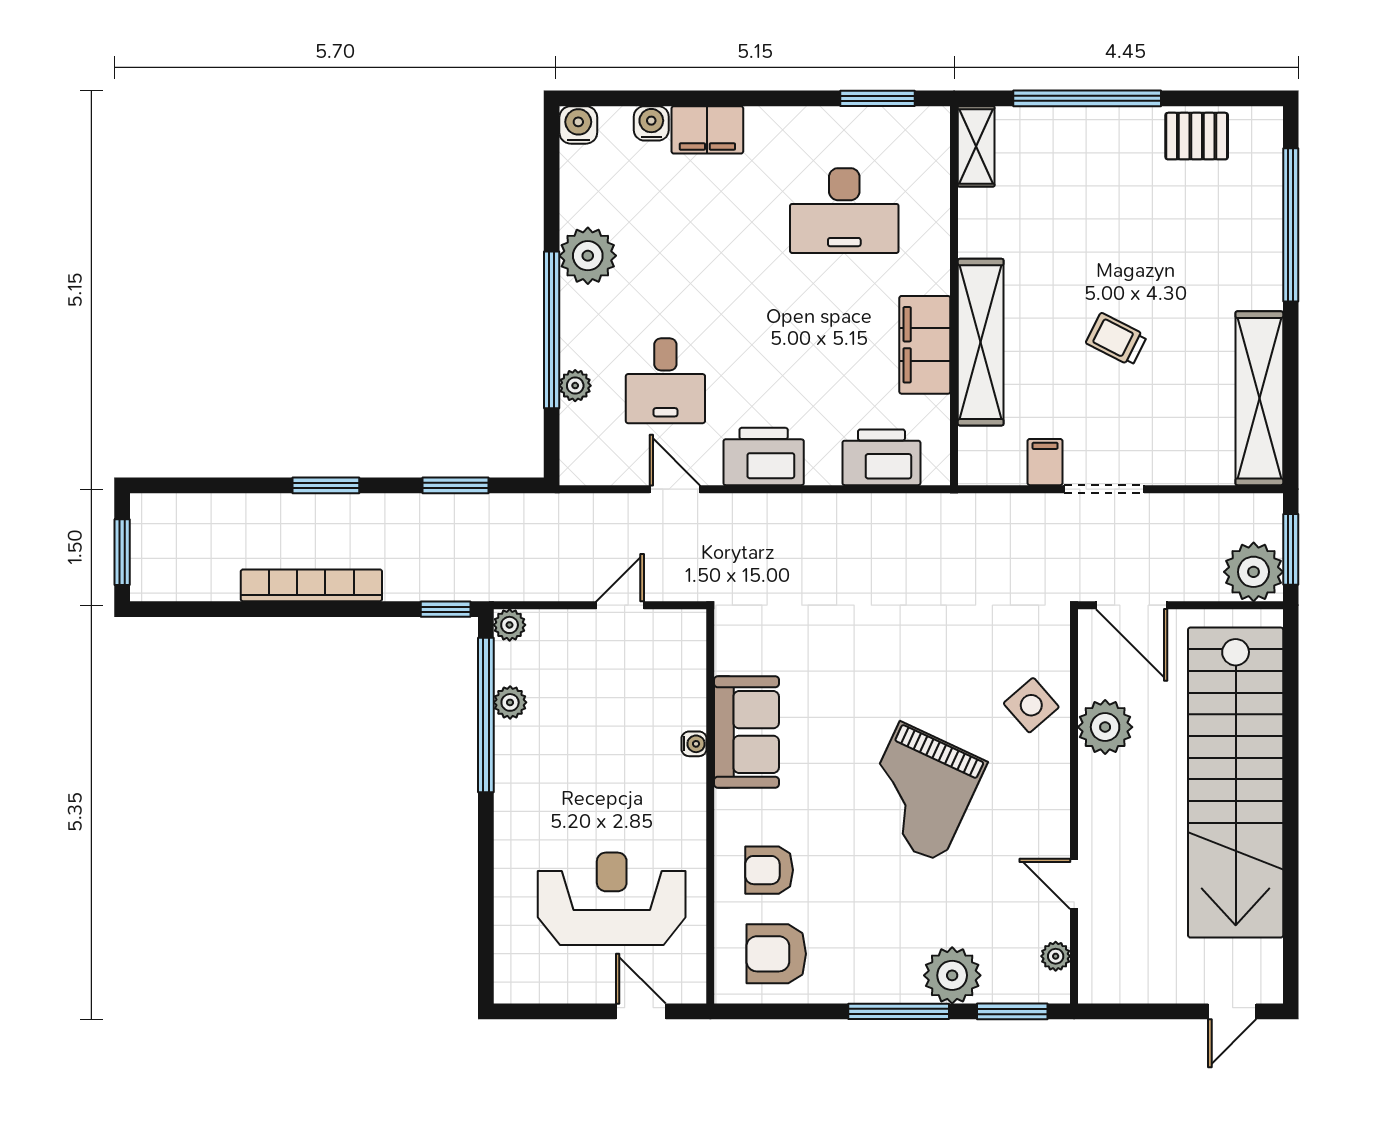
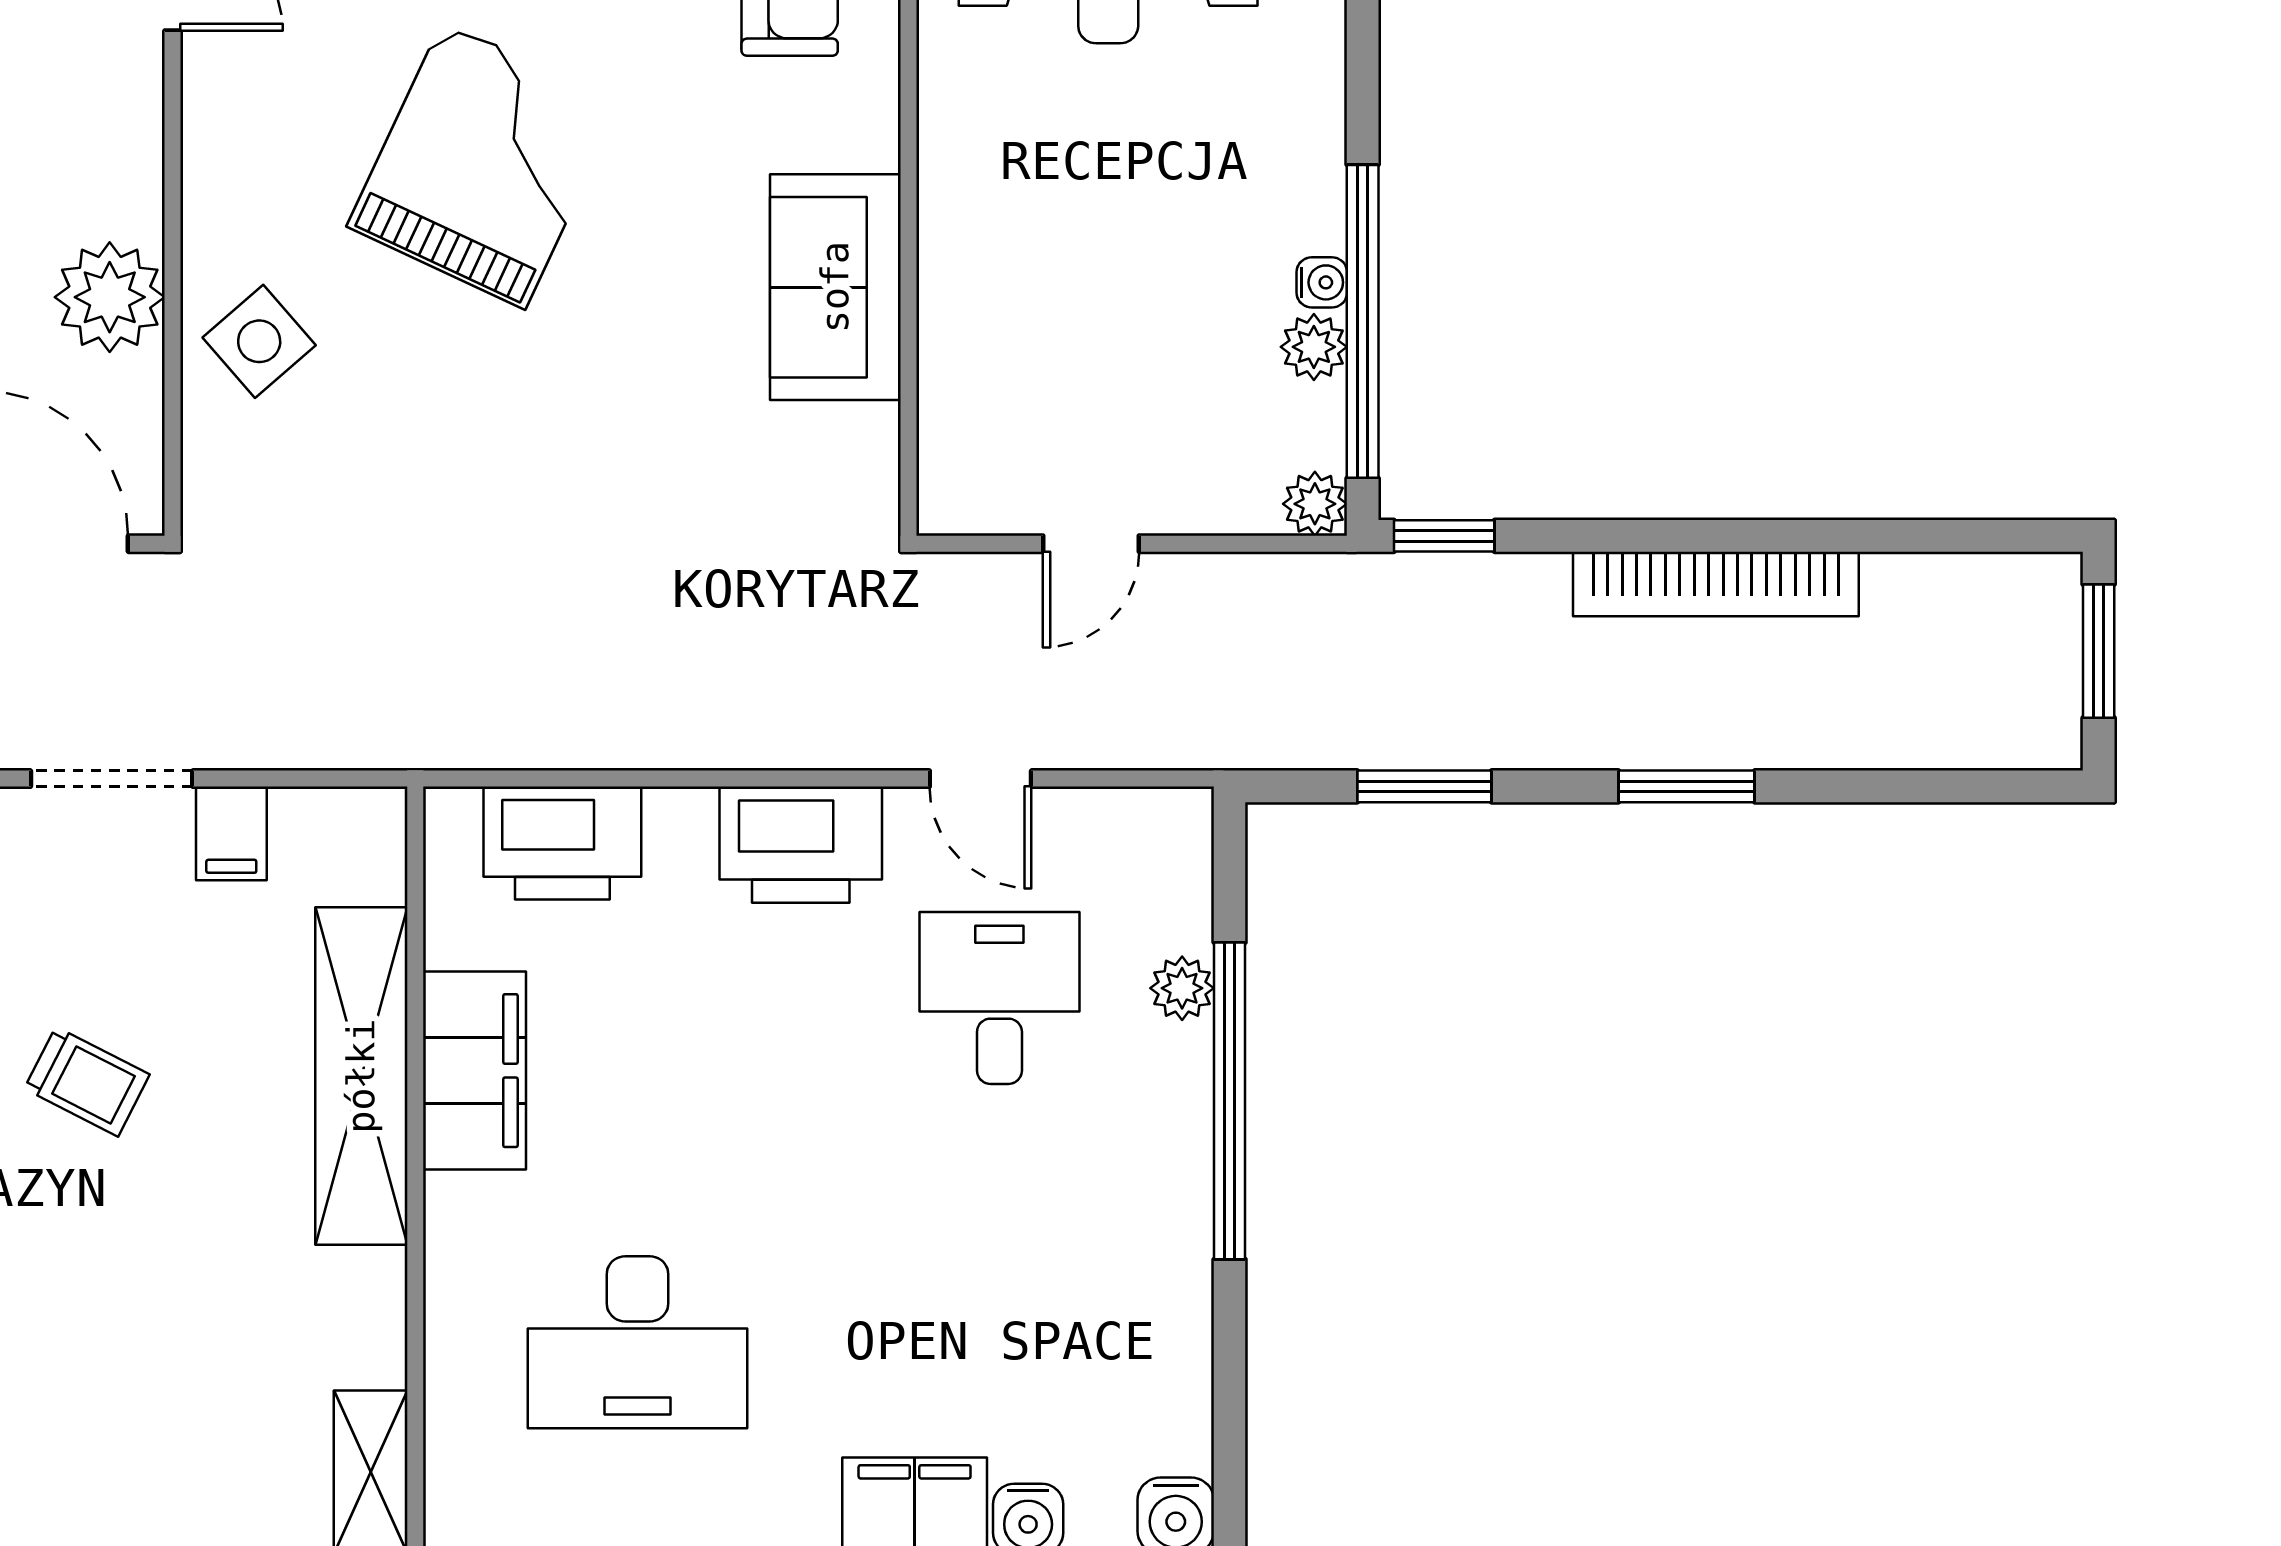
desk: (844, 211) -> (638, 1342), turned 180
plant: (588, 256) -> (1157, 1251), removed
water cooler: (694, 744) -> (1322, 282), moved, turned 180

